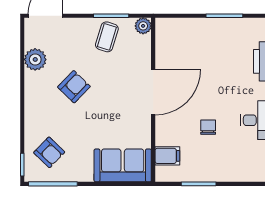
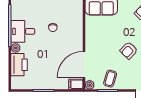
door: (153, 92) -> (84, 65), moved
filing cabinet: (167, 156) -> (76, 84), moved

